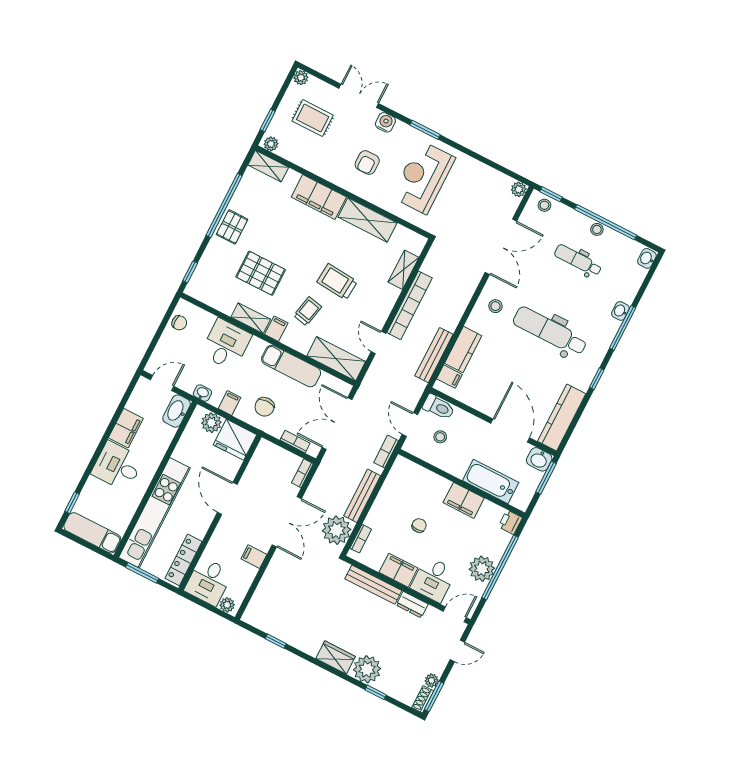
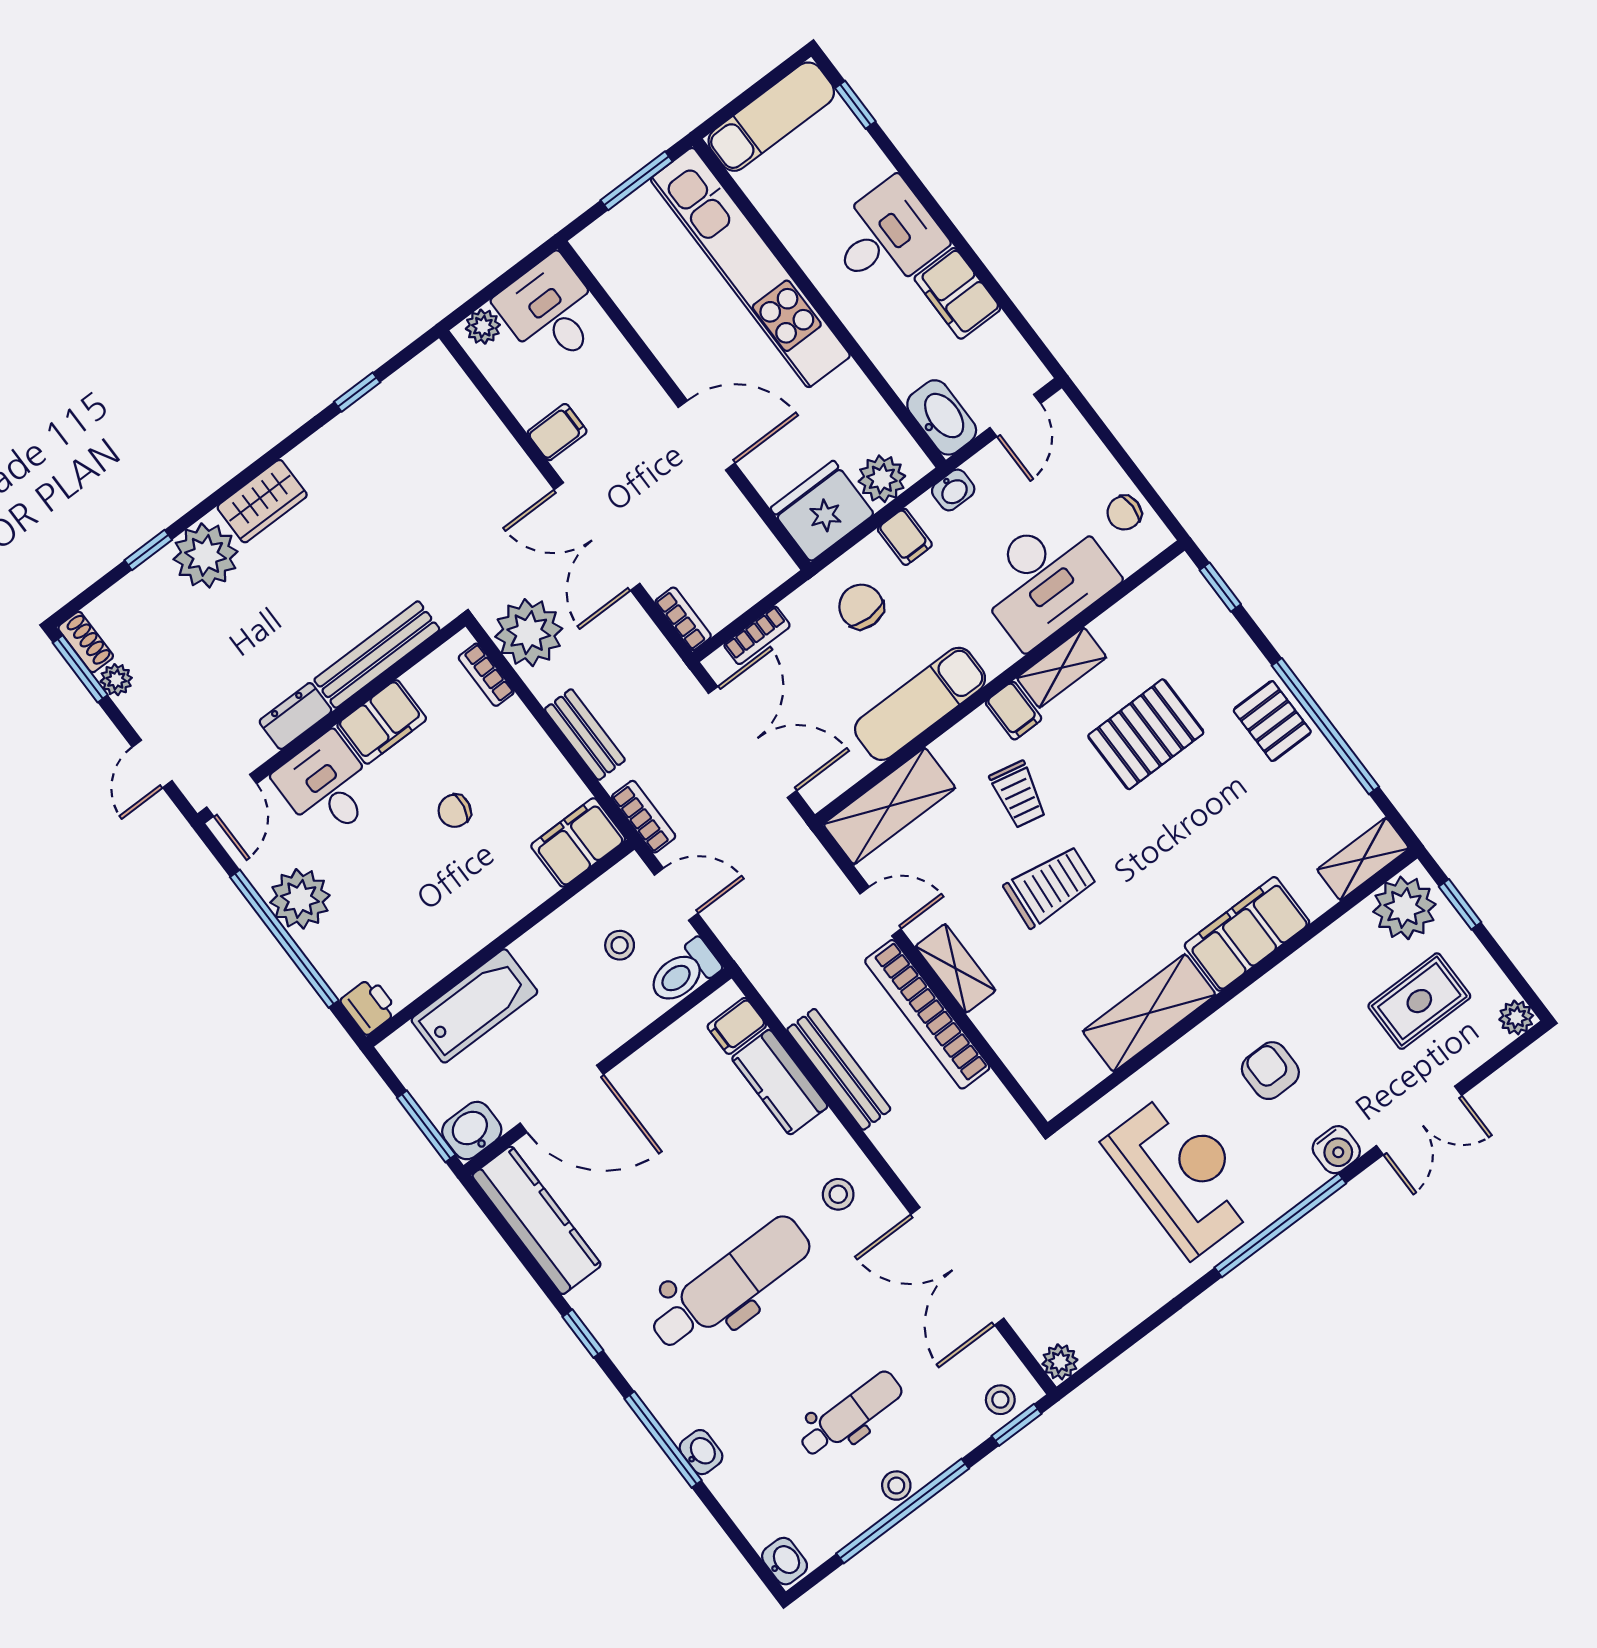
window: (425, 130) -> (1280, 1225), width x2.11
plant: (271, 144) -> (1404, 908), width x1.87, depth x1.87
shelving: (404, 270) -> (956, 968), moved
desk: (226, 344) -> (1045, 579), width x1.37
bench: (434, 355) -> (839, 1069), moved
bench: (362, 496) -> (585, 735), width x0.73
filing cabinet: (464, 500) -> (578, 842), moved
chair: (419, 526) -> (455, 811), turned 101
locker: (183, 560) -> (622, 281), removed

